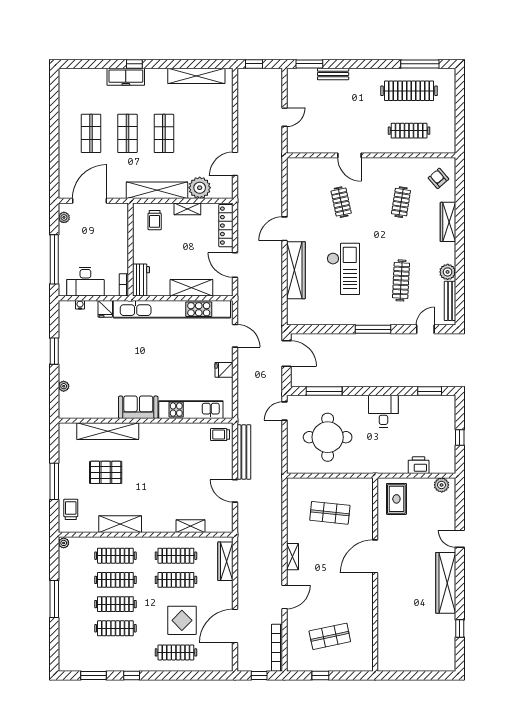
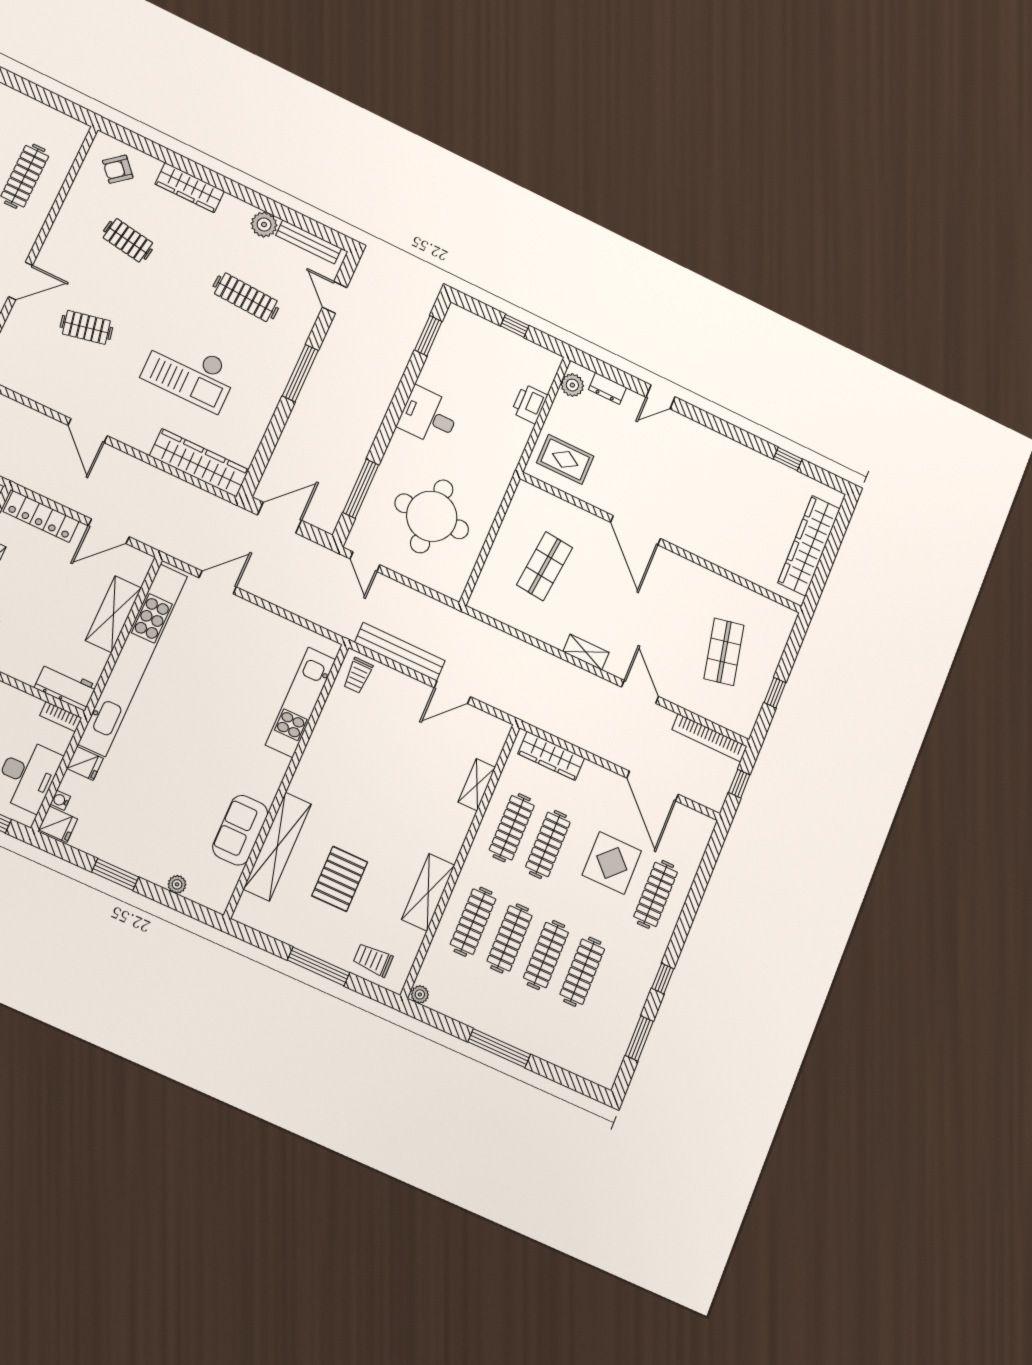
checkout: (343, 269) -> (190, 373), turned 180
wardrobe: (296, 270) -> (199, 463), moved
fridge: (224, 370) -> (58, 824), moved, turned -90
sofa: (138, 407) -> (240, 830), moved
dresser: (449, 506) -> (607, 388), added
wardrobe: (446, 583) -> (809, 546), moved, turned 90

